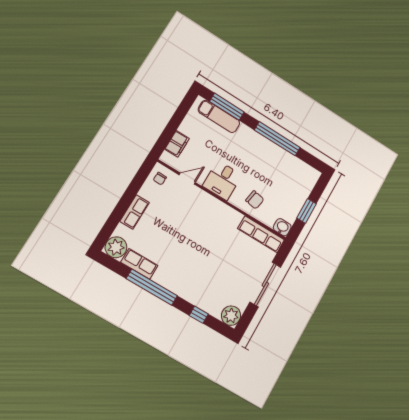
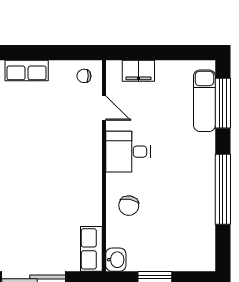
row of seats: (261, 234) -> (91, 249), width x0.68

